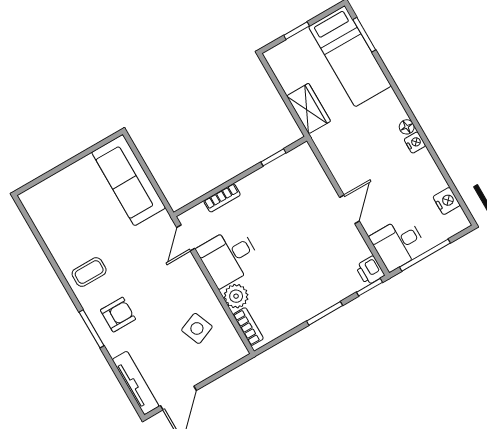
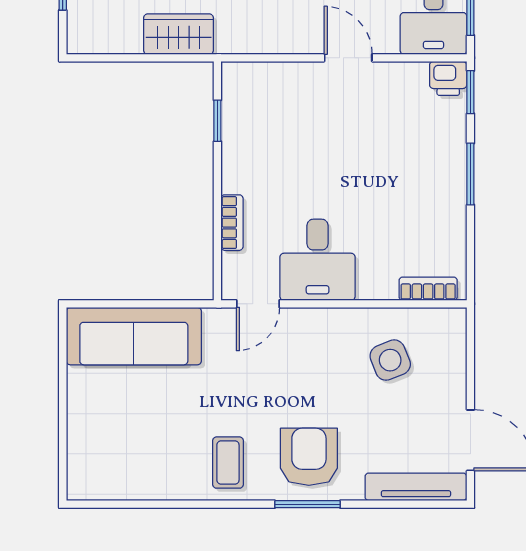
door: (186, 238) -> (258, 304), hinge flipped
plant: (236, 296) -> (377, 281), removed
armchair: (118, 315) -> (309, 457), width x1.38, depth x1.38

